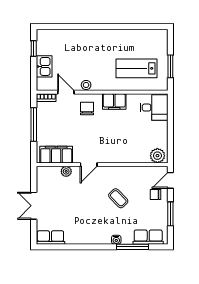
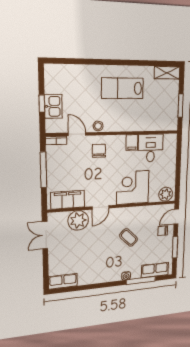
shelving: (155, 35) -> (167, 73), added
window: (34, 48) -> (42, 103), moved
lab bench: (137, 68) -> (122, 88), moved
filing cabinet: (114, 102) -> (132, 143), width x0.50
desk: (154, 108) -> (151, 148), moved, turned -90
corner desk: (122, 146) -> (133, 188), added
plant: (66, 171) -> (78, 220), width x1.87, depth x1.87
double door: (34, 206) -> (45, 235), moved

